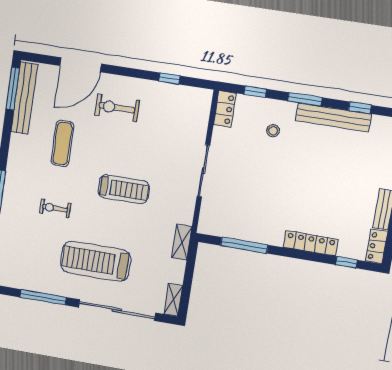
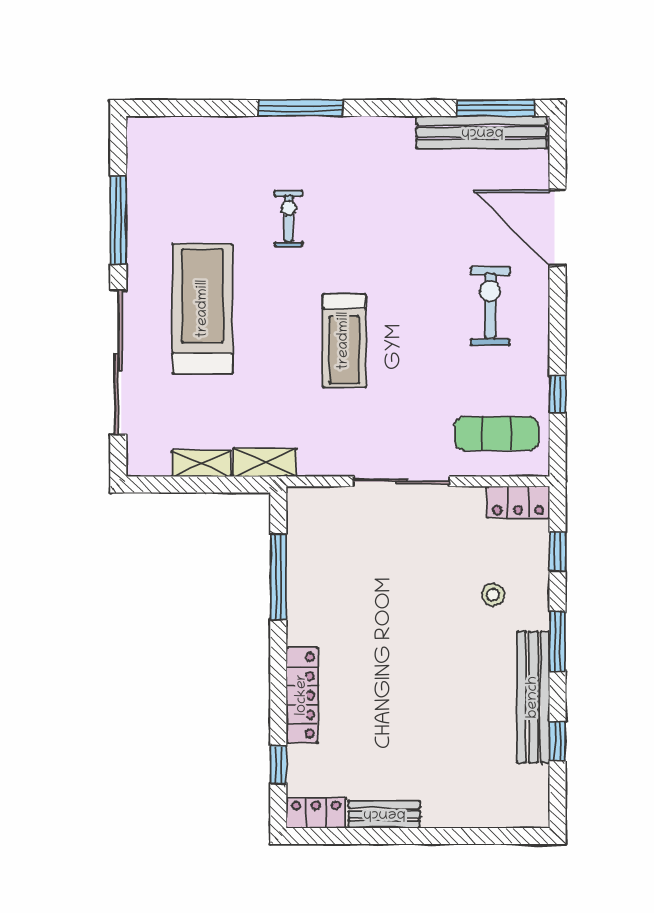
exercise mat: (62, 143) -> (497, 434), moved
shelving: (173, 300) -> (201, 463), moved

